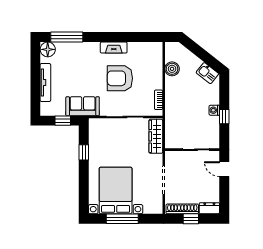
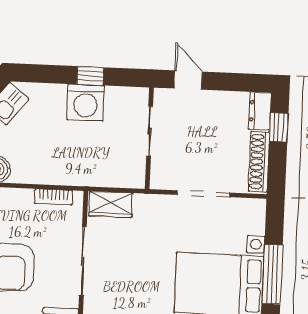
washing machine: (214, 110) -> (86, 103), width x1.89, depth x1.89
wardrobe: (156, 136) -> (111, 204), width x0.67
door: (224, 169) -> (188, 80), swing flipped
window: (191, 219) -> (279, 127), moved

